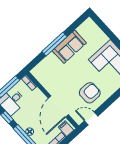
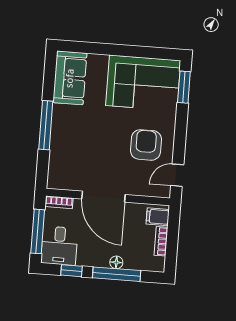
sofa: (69, 47) -> (70, 78), moved
door: (58, 106) -> (103, 197), moved

